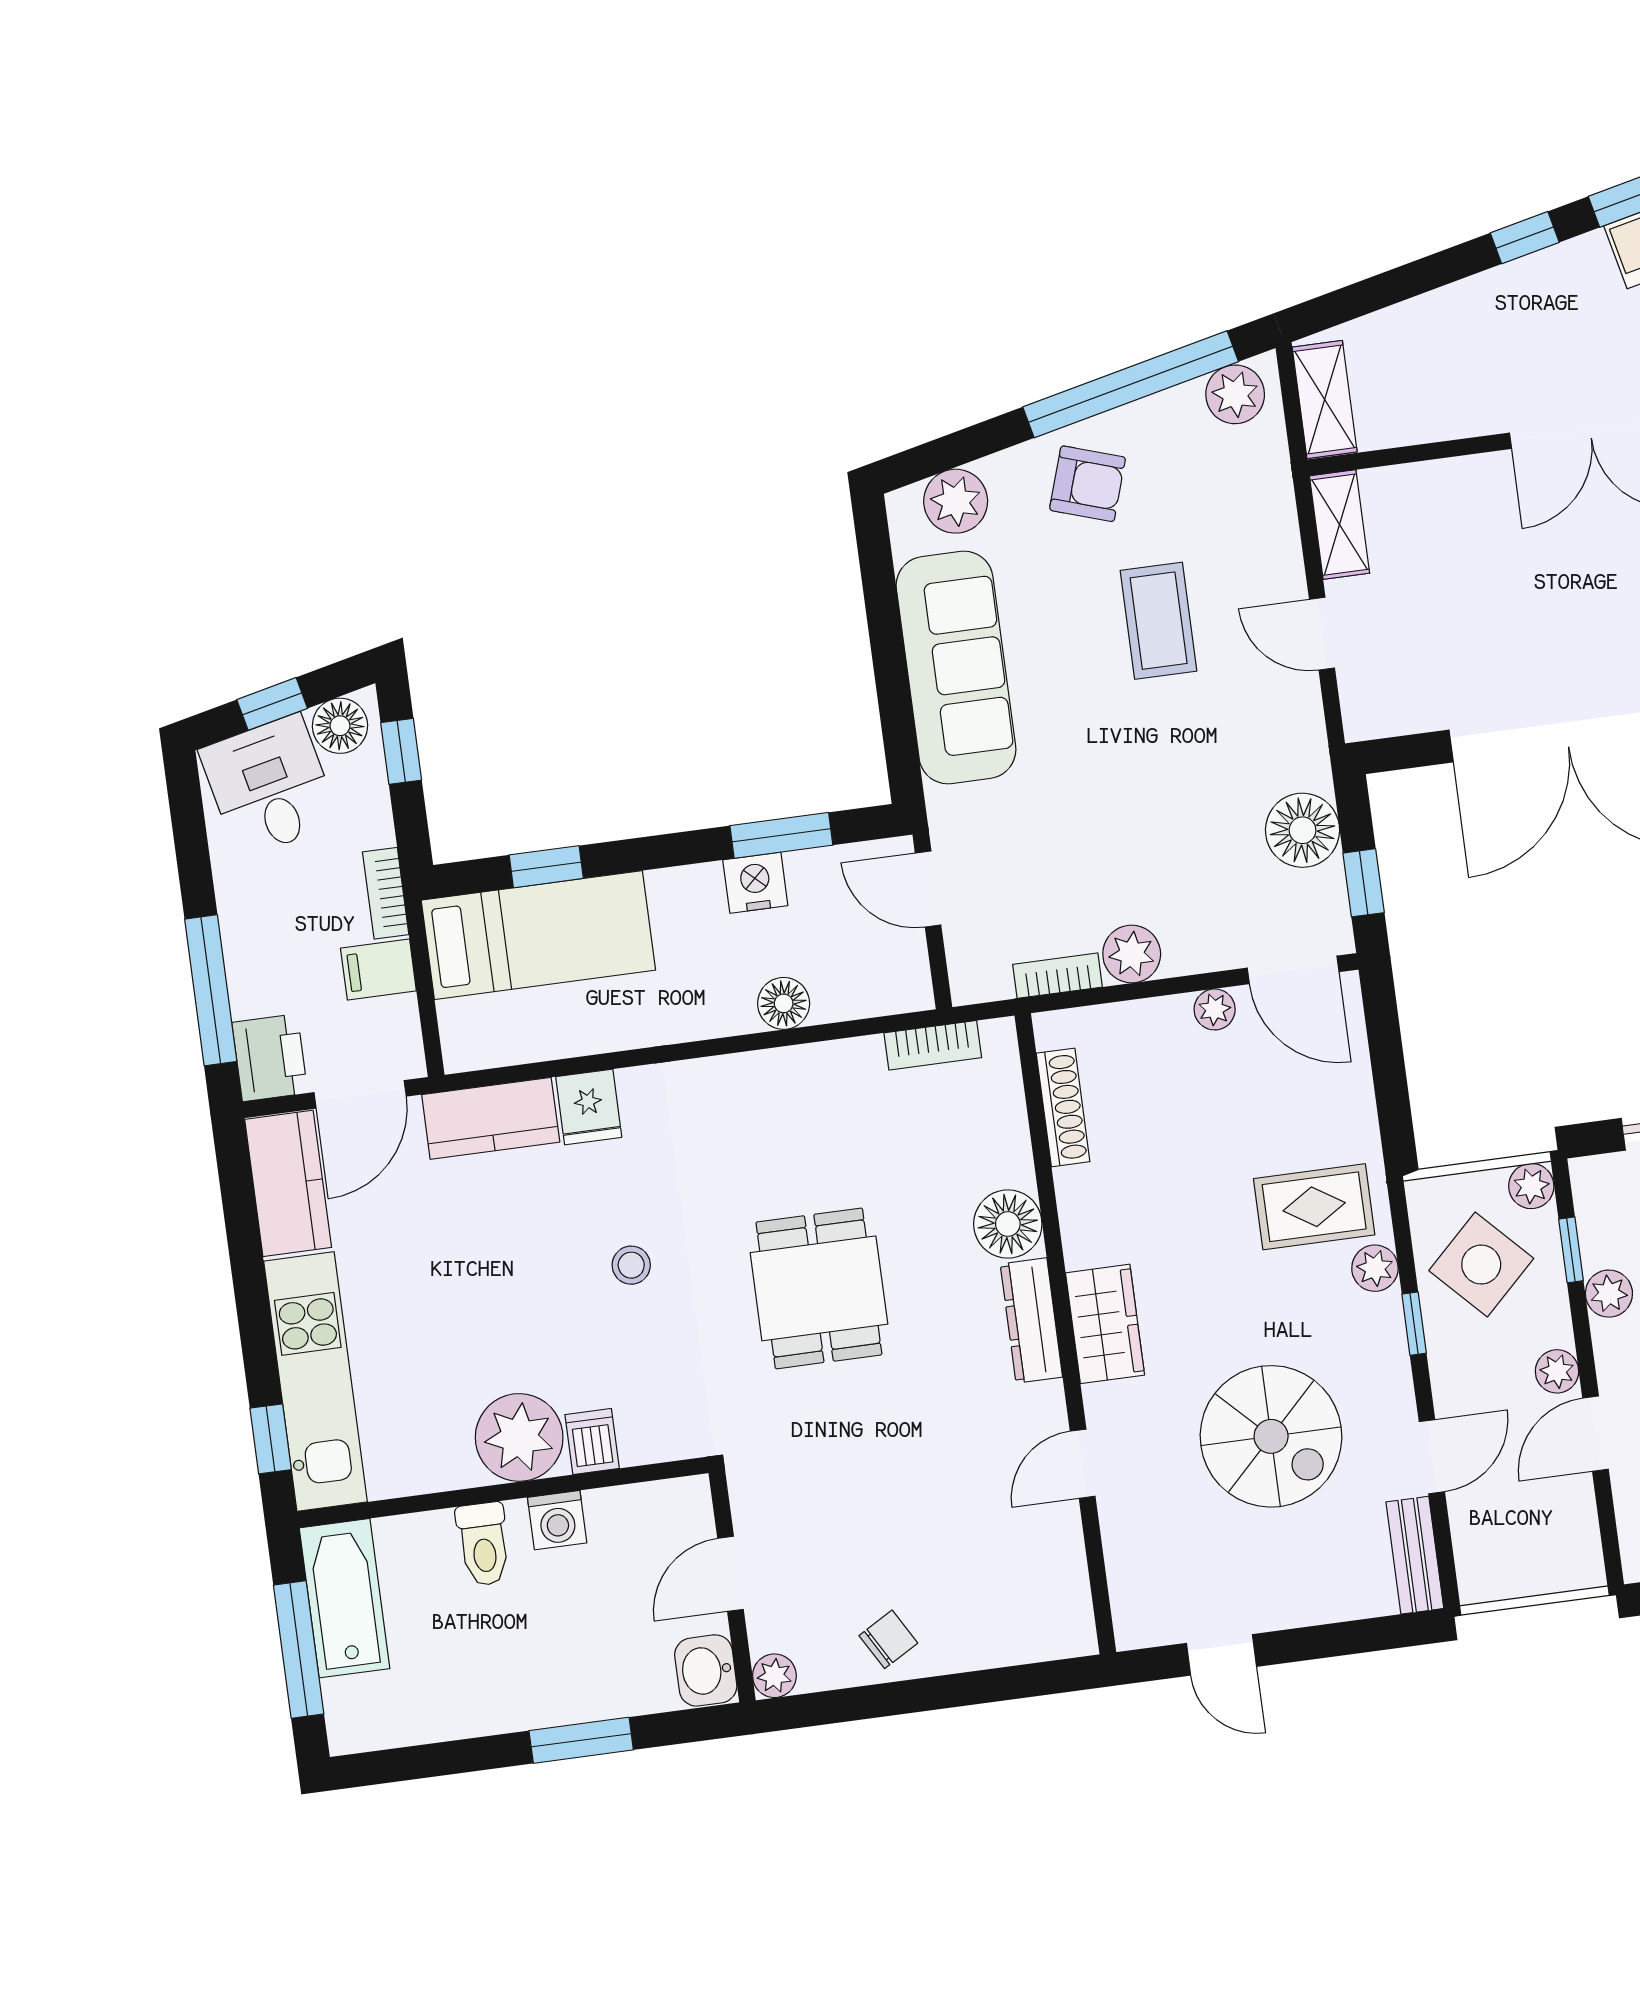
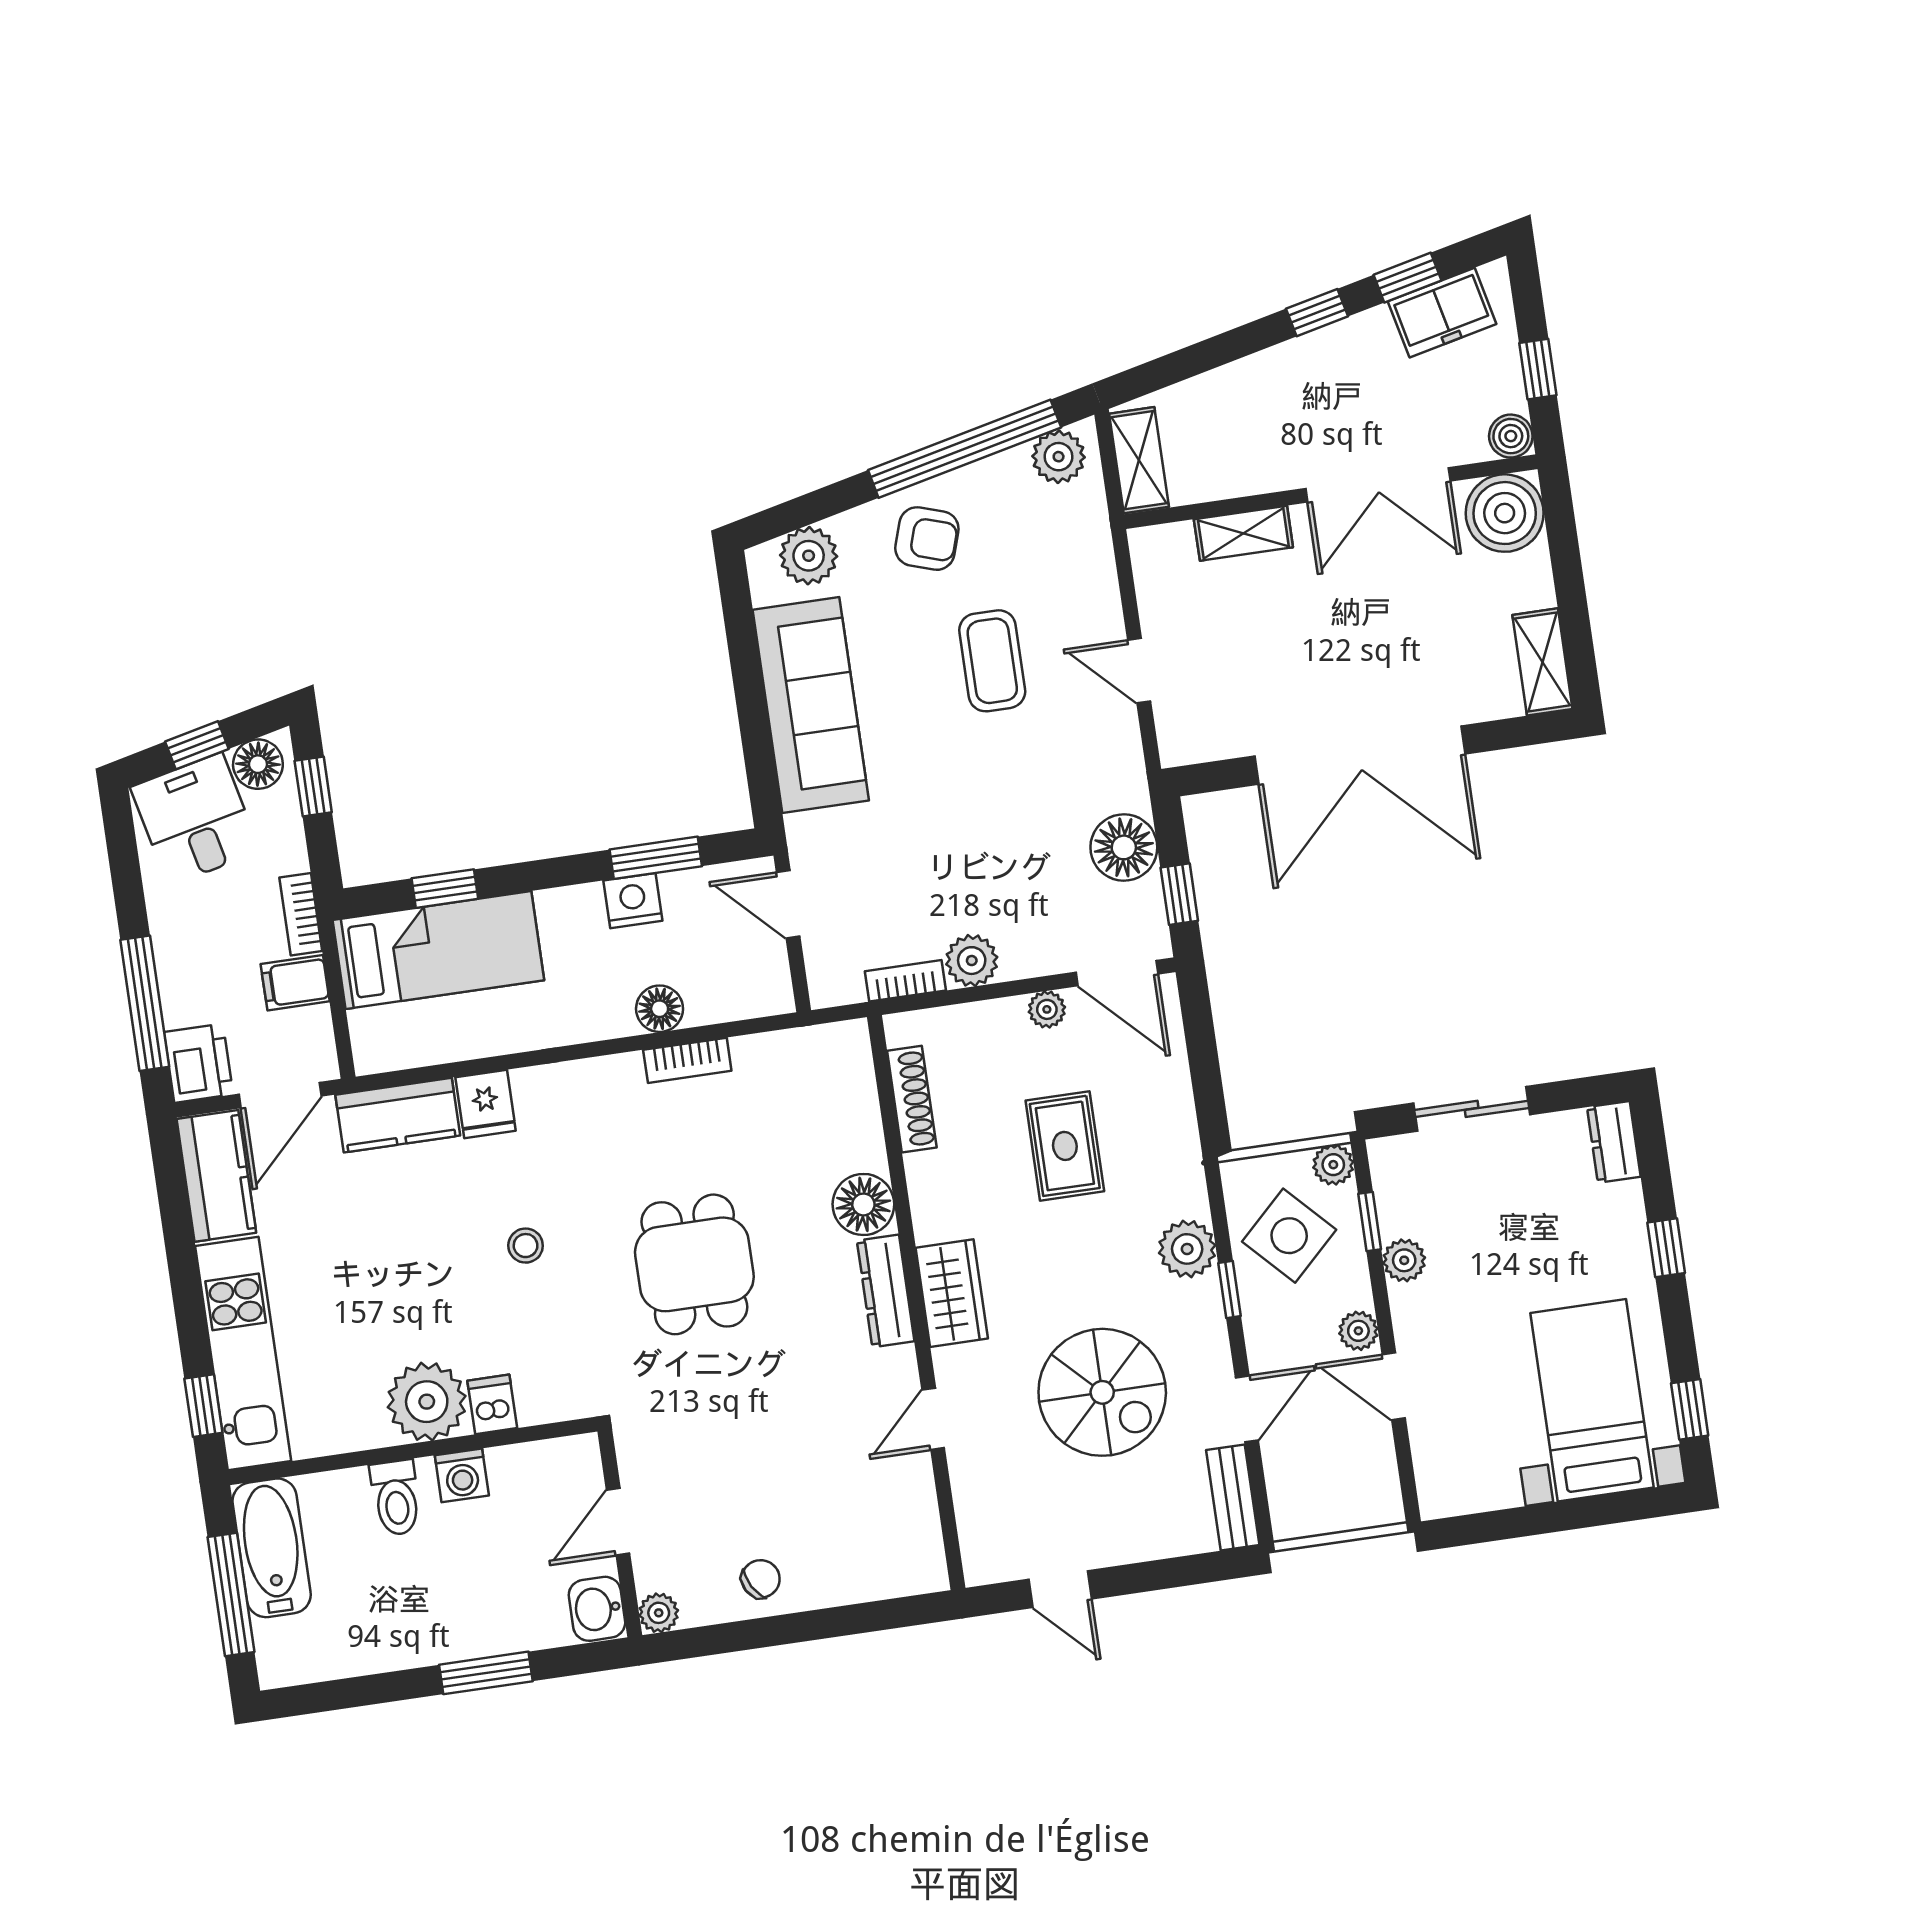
shelving: (1340, 525) -> (1243, 533), moved, turned 90
bookcase: (933, 1045) -> (687, 1060), moved
rug: (1314, 1207) -> (1065, 1146), moved, turned 90
plant: (1375, 1268) -> (1187, 1249), width x1.38, depth x1.38
door: (1596, 1434) -> (1394, 1386), hinge flipped

